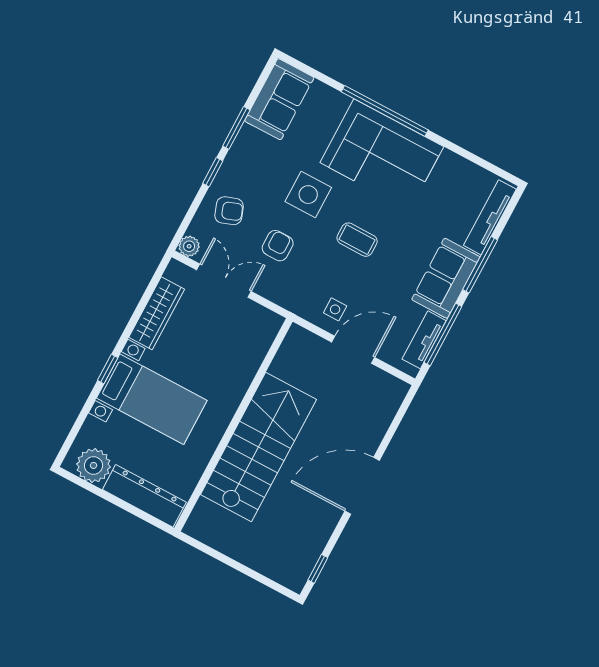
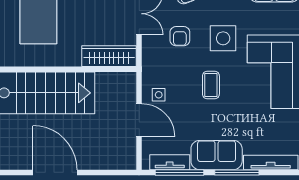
armchair: (278, 246) -> (180, 36), turned 90
wardrobe: (256, 344) -> (109, 56), added

